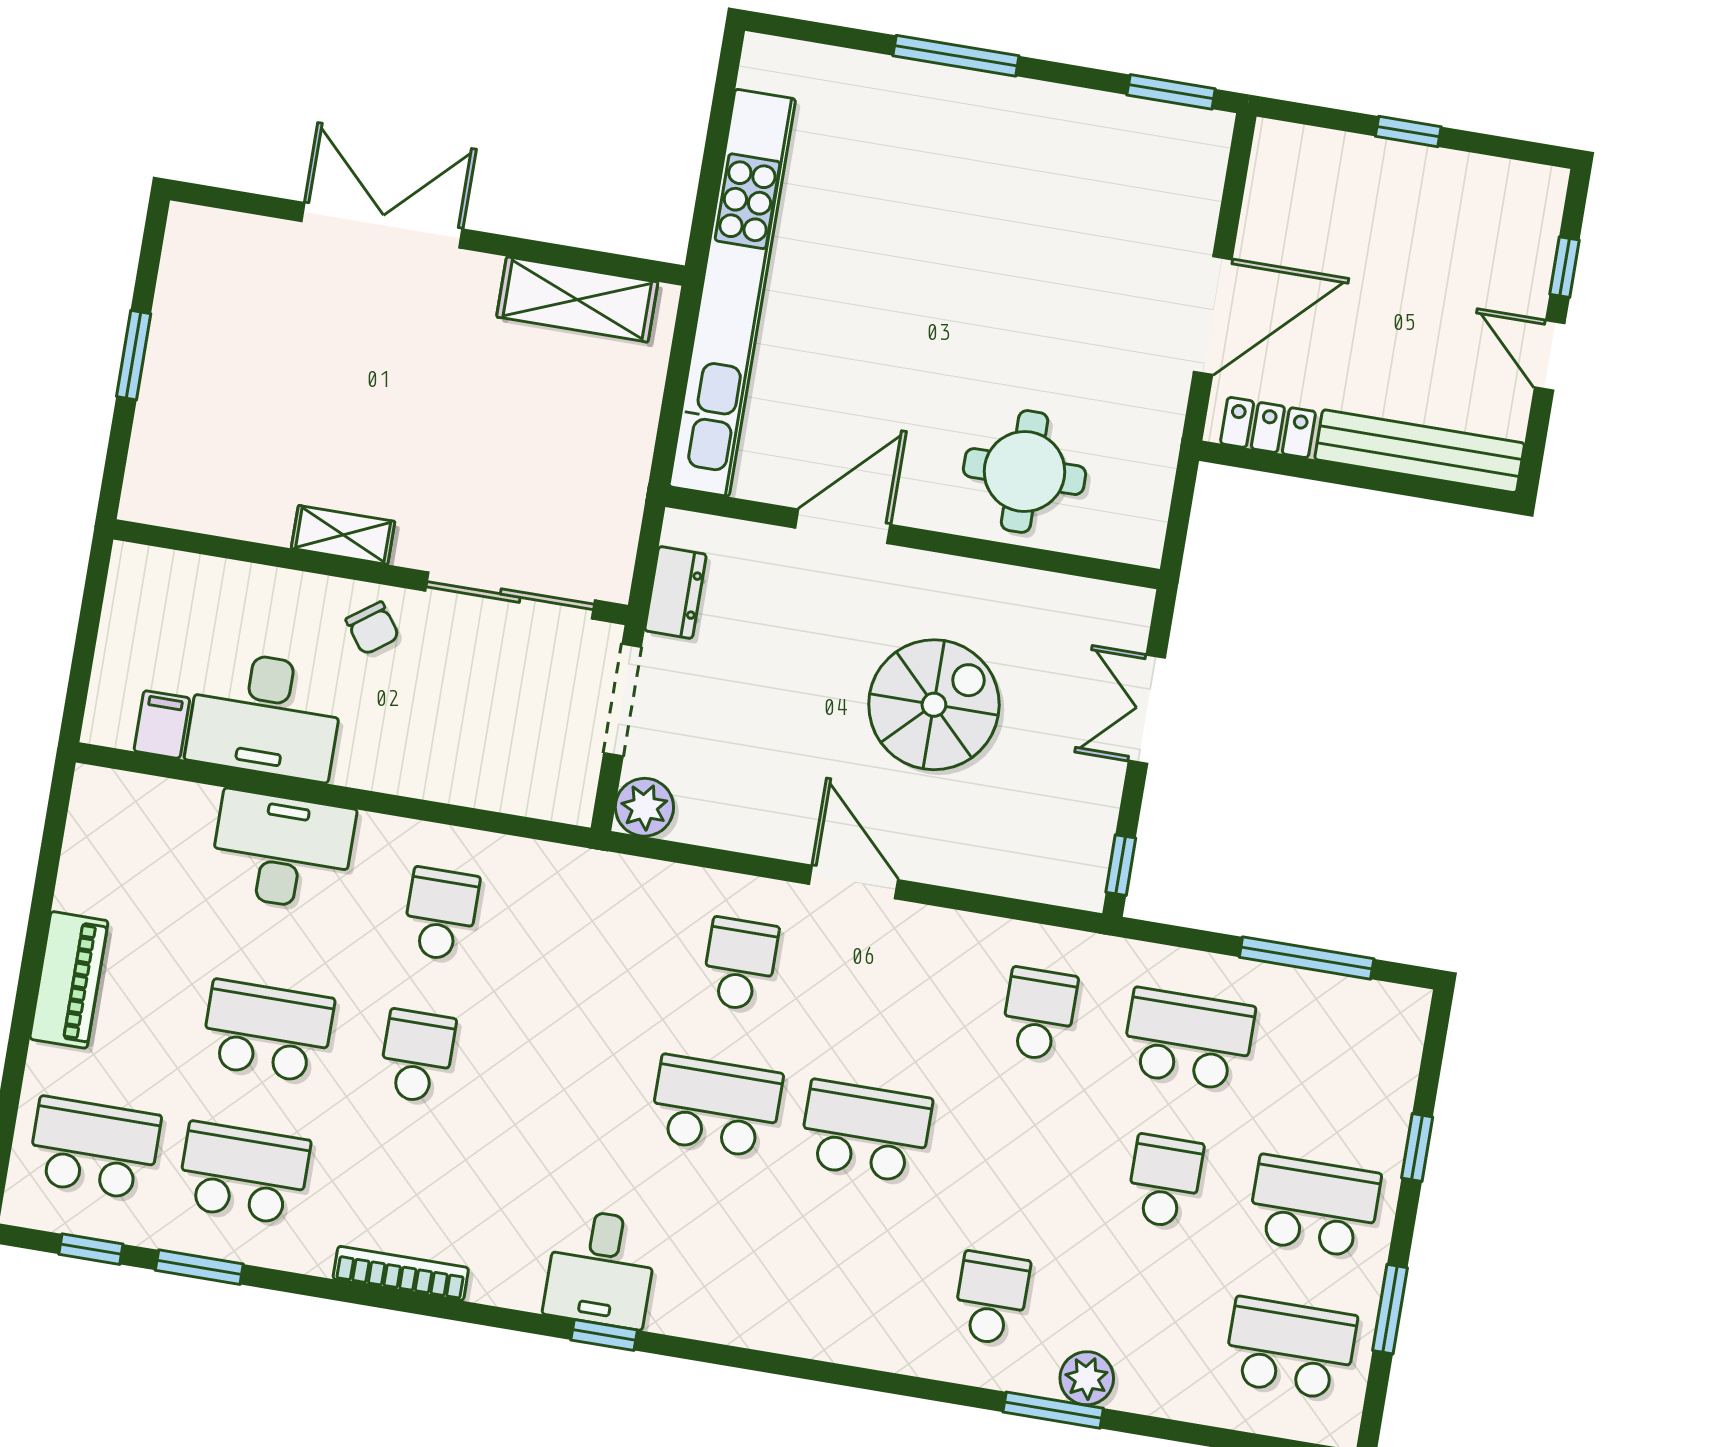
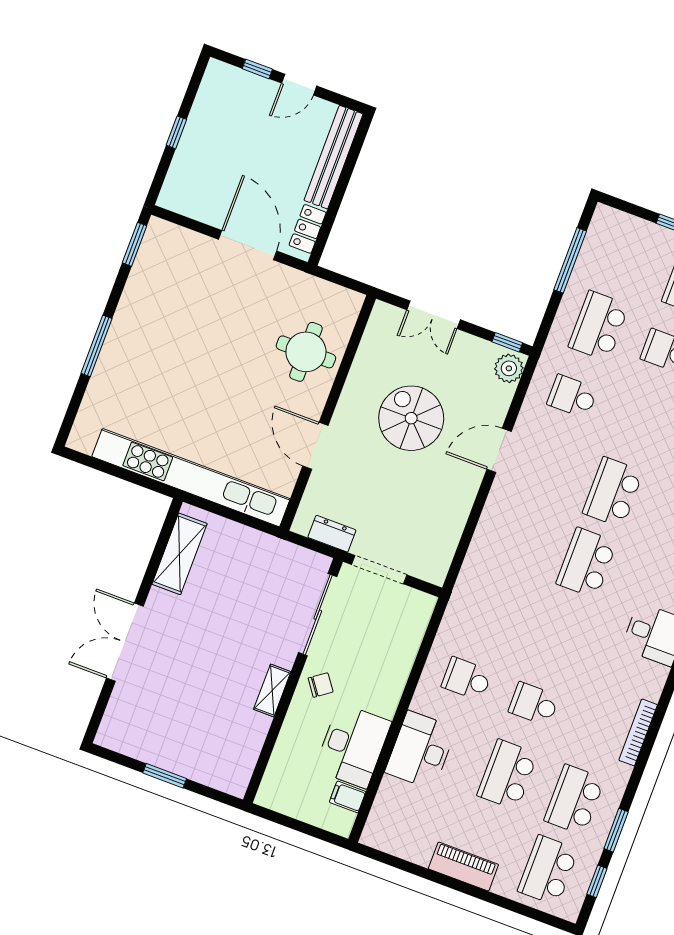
plant: (644, 807) -> (509, 368), moved
door: (854, 882) -> (499, 450), moved
school desk: (740, 964) -> (519, 538), removed

